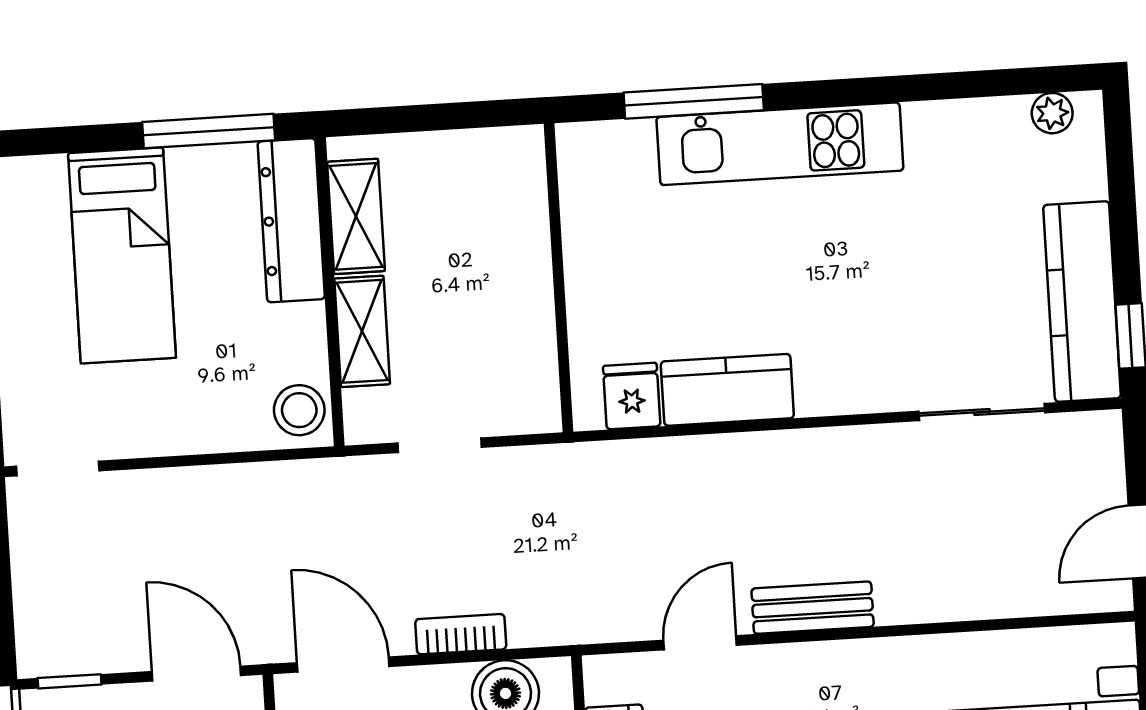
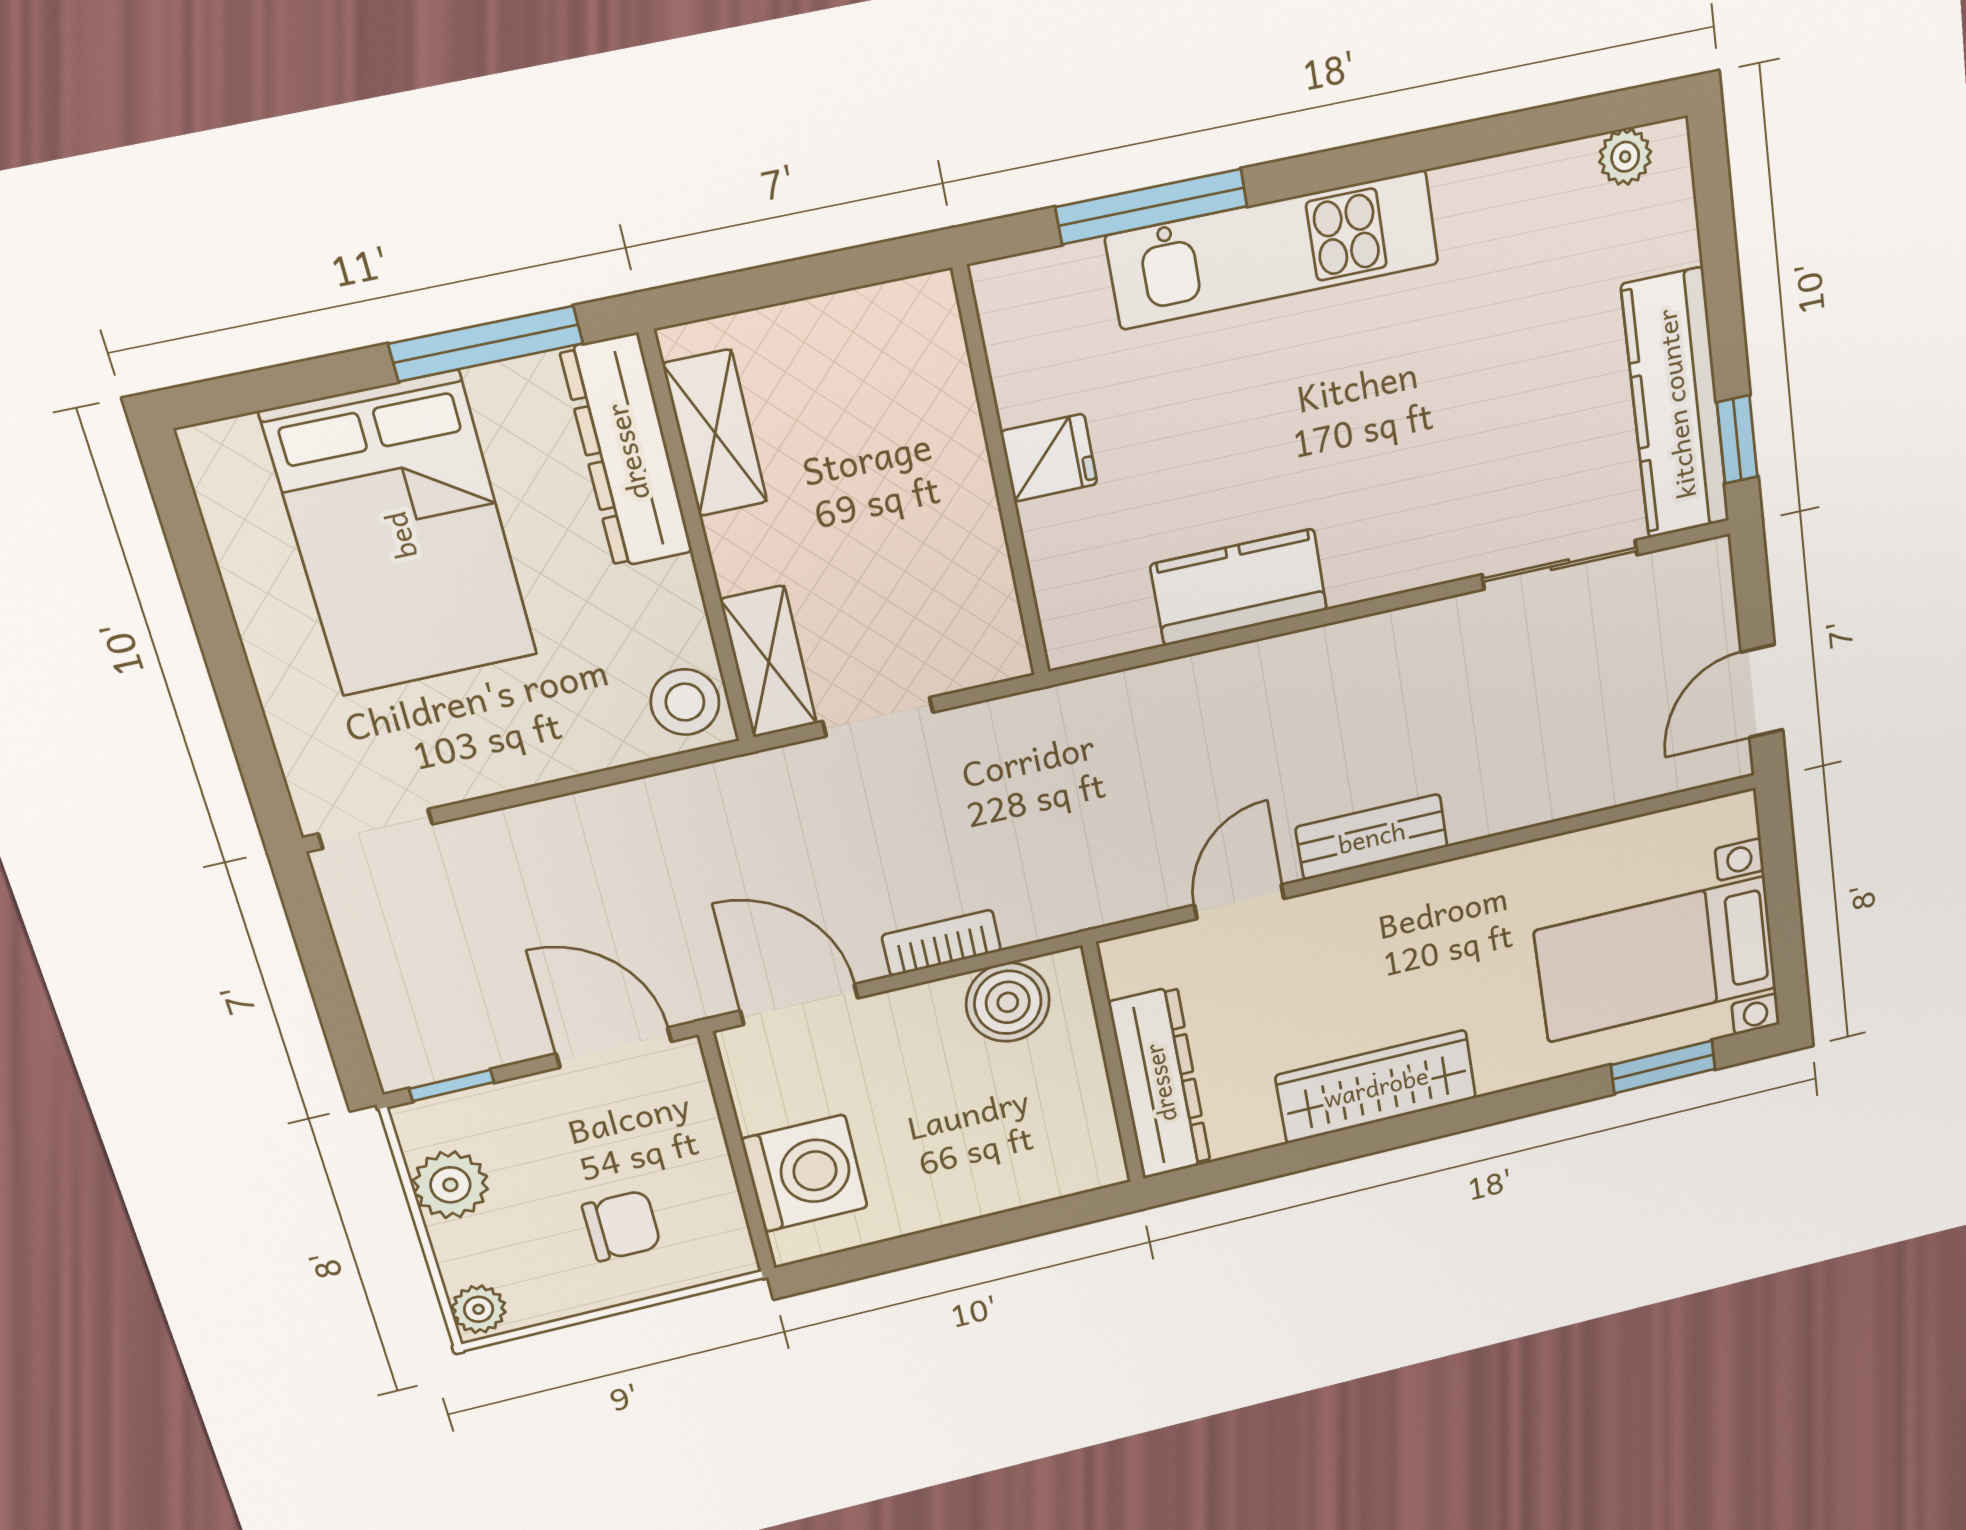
bed: (122, 255) -> (400, 535), width x1.50
shelving: (362, 331) -> (769, 662), moved
fridge: (632, 396) -> (1049, 458), moved, turned 90

